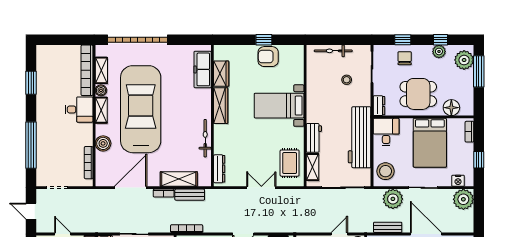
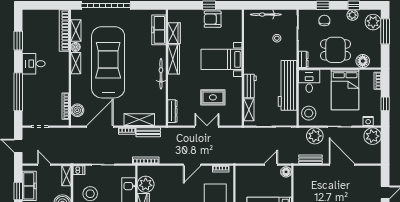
desk: (79, 110) -> (34, 64), moved, turned 180
bicycle: (205, 138) -> (161, 74), moved
boiler: (103, 143) -> (77, 110), moved
rug: (290, 163) -> (213, 97), moved, turned 90

